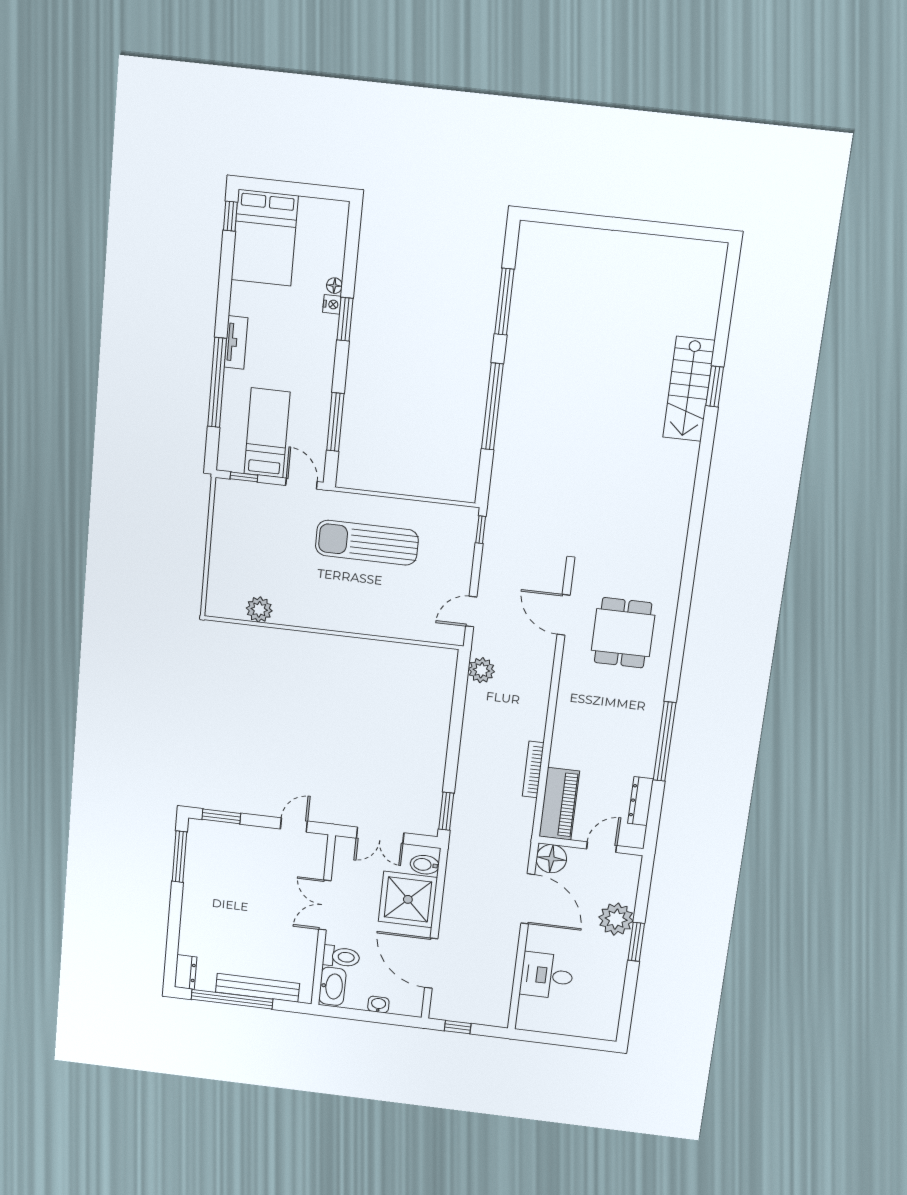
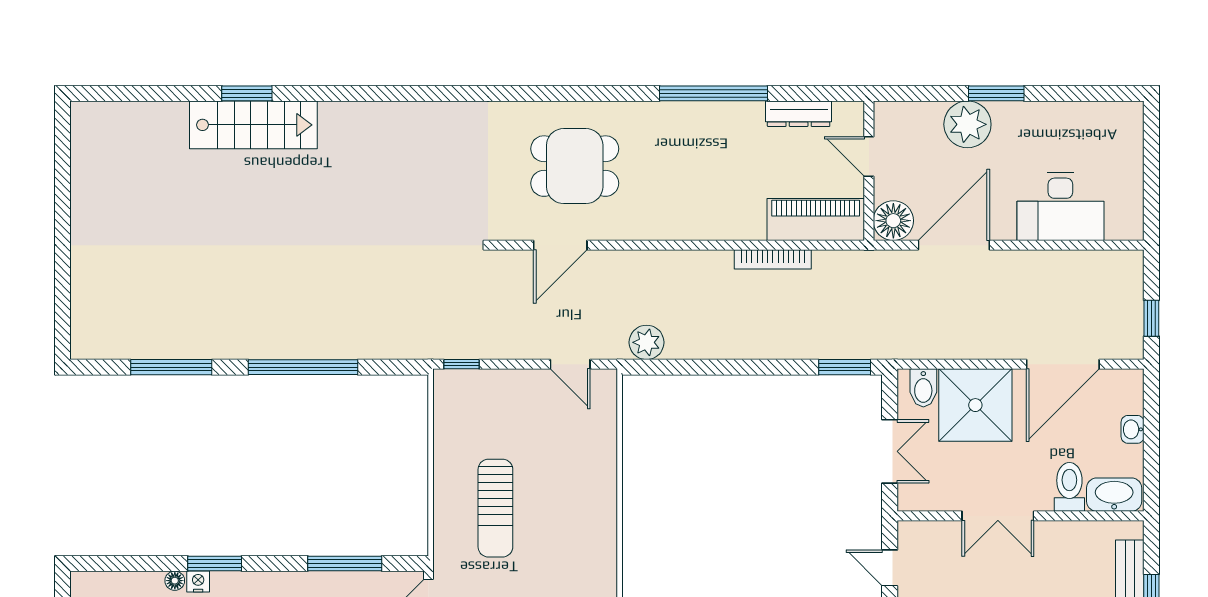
sun lounger: (367, 543) -> (495, 508), width x0.73, depth x0.75
desk: (547, 976) -> (1060, 207), width x1.37

